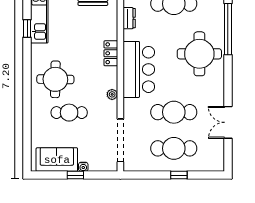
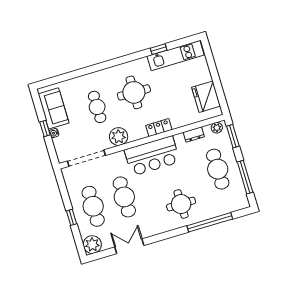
round table: (199, 54) -> (181, 204), width x0.73, depth x0.73
round table: (55, 79) -> (134, 92), moved
plant: (112, 94) -> (119, 137), width x1.88, depth x1.88
plant: (214, 162) -> (92, 245), added

